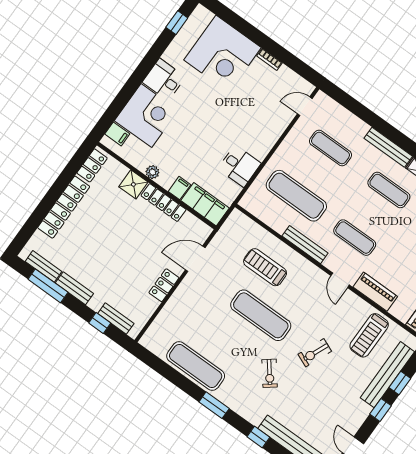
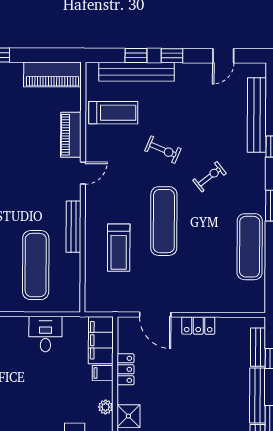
locker: (164, 203) -> (125, 369), width x0.66
exercise mat: (355, 238) -> (36, 187), removed
bench: (74, 288) -> (257, 395), width x1.36

